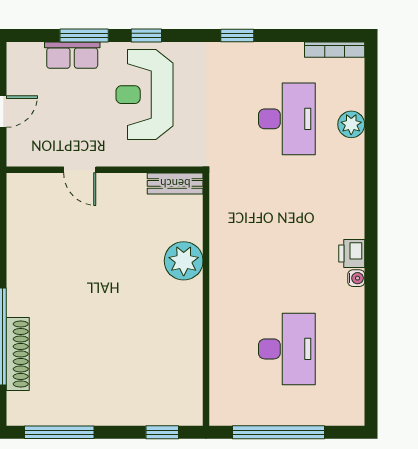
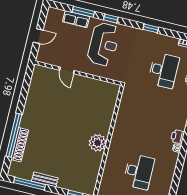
reception desk: (145, 95) -> (104, 44), turned 180
bench: (175, 183) -> (45, 179), moved
plant: (184, 261) -> (98, 143), moved

